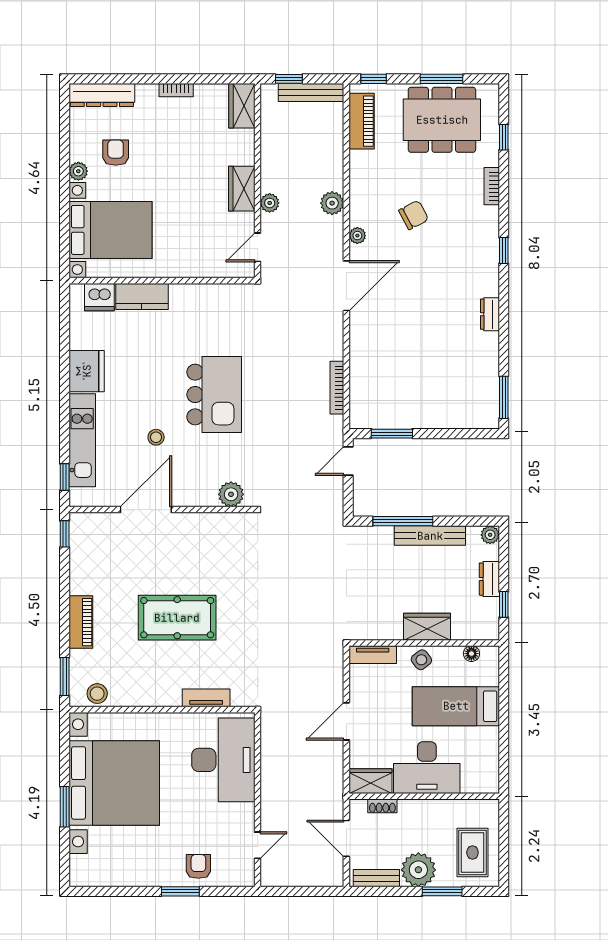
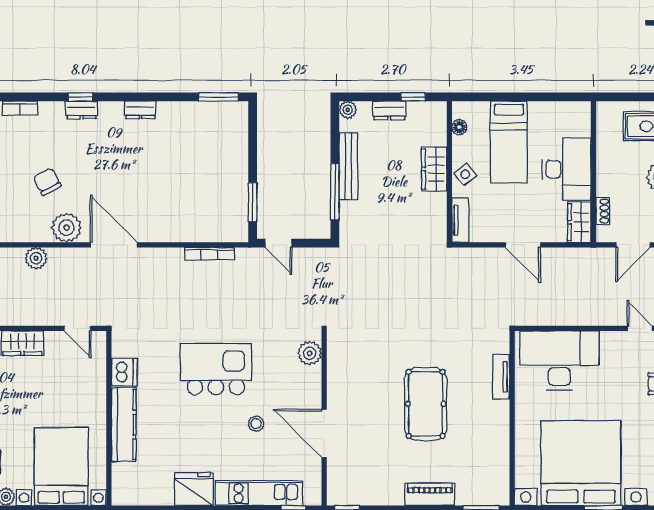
plant: (270, 203) -> (36, 317), removed
plant: (357, 236) -> (66, 228), width x1.88, depth x1.88
dresser: (490, 252) -> (82, 110), added
kitchen counter: (142, 296) -> (124, 425), width x1.50
dishwasher: (99, 297) -> (124, 372), moved
stool: (97, 694) -> (497, 479), removed

